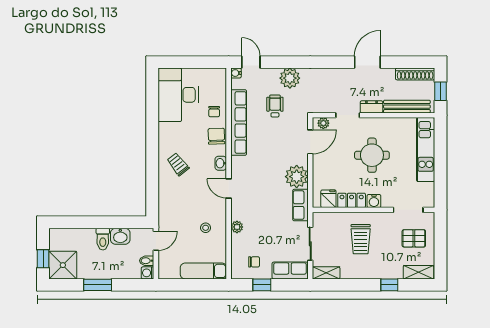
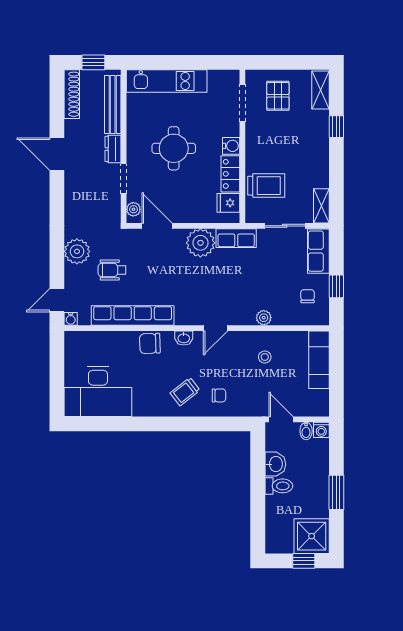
chair: (214, 112) -> (219, 395), moved
trolley: (361, 239) -> (266, 186), moved

